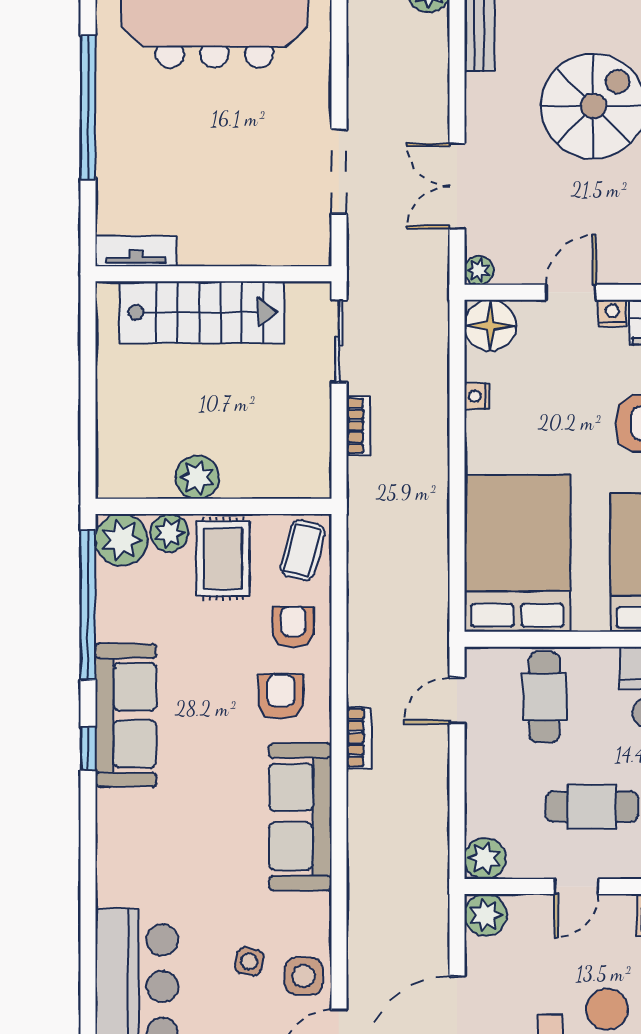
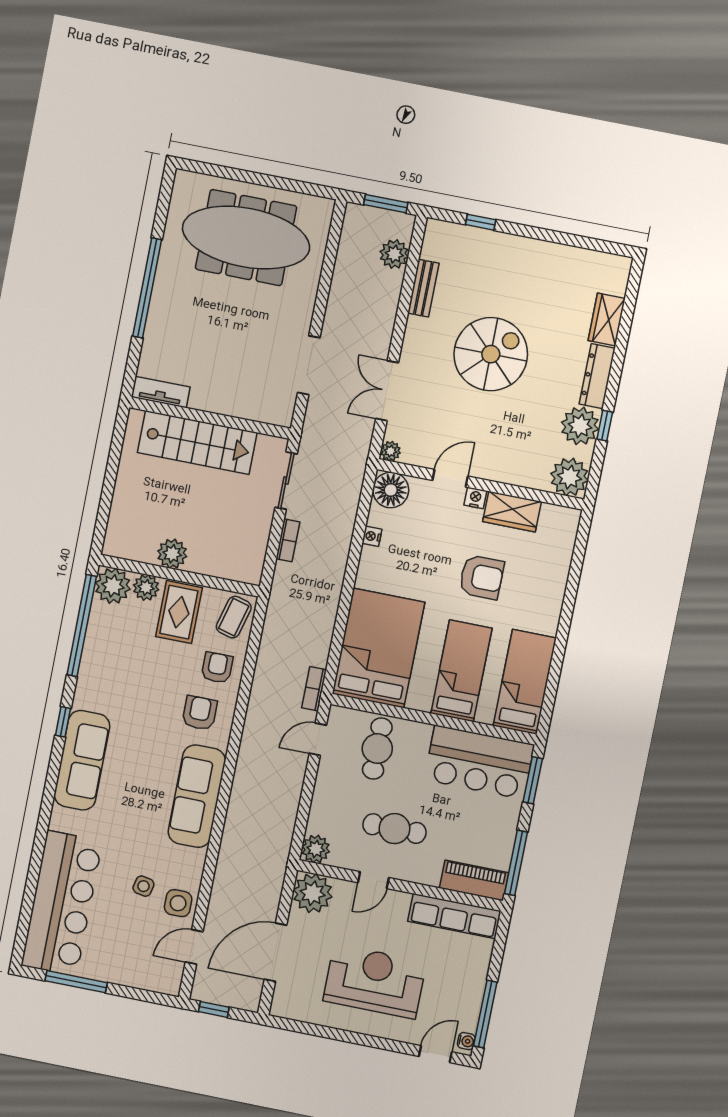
sofa: (126, 715) -> (82, 760), moved
bookcase: (359, 738) -> (314, 689), moved, turned 180
plant: (486, 915) -> (313, 893), width x1.36, depth x1.36

